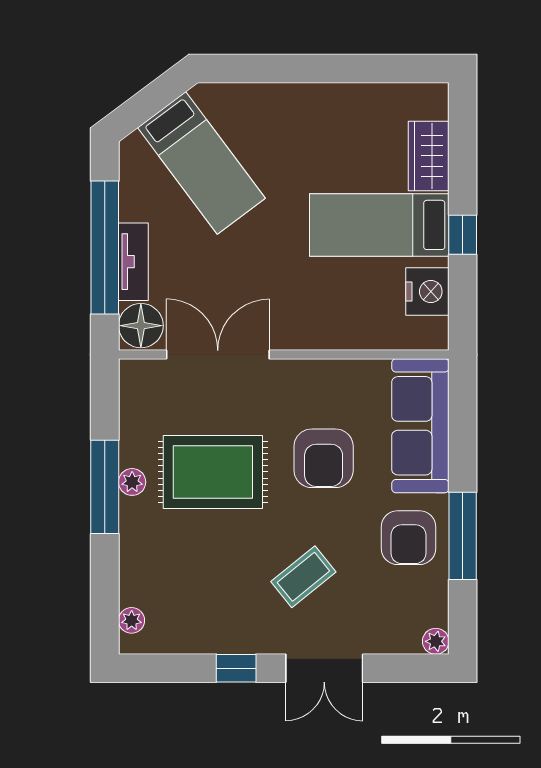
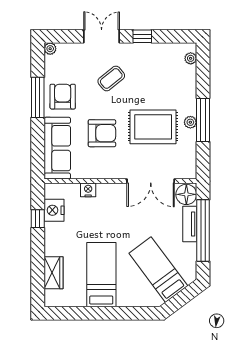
bed: (379, 225) -> (101, 275), moved, turned -90
window: (463, 235) -> (38, 219), moved
nightstand: (353, 335) -> (88, 190), added
armchair: (324, 458) -> (102, 133), turned 90

